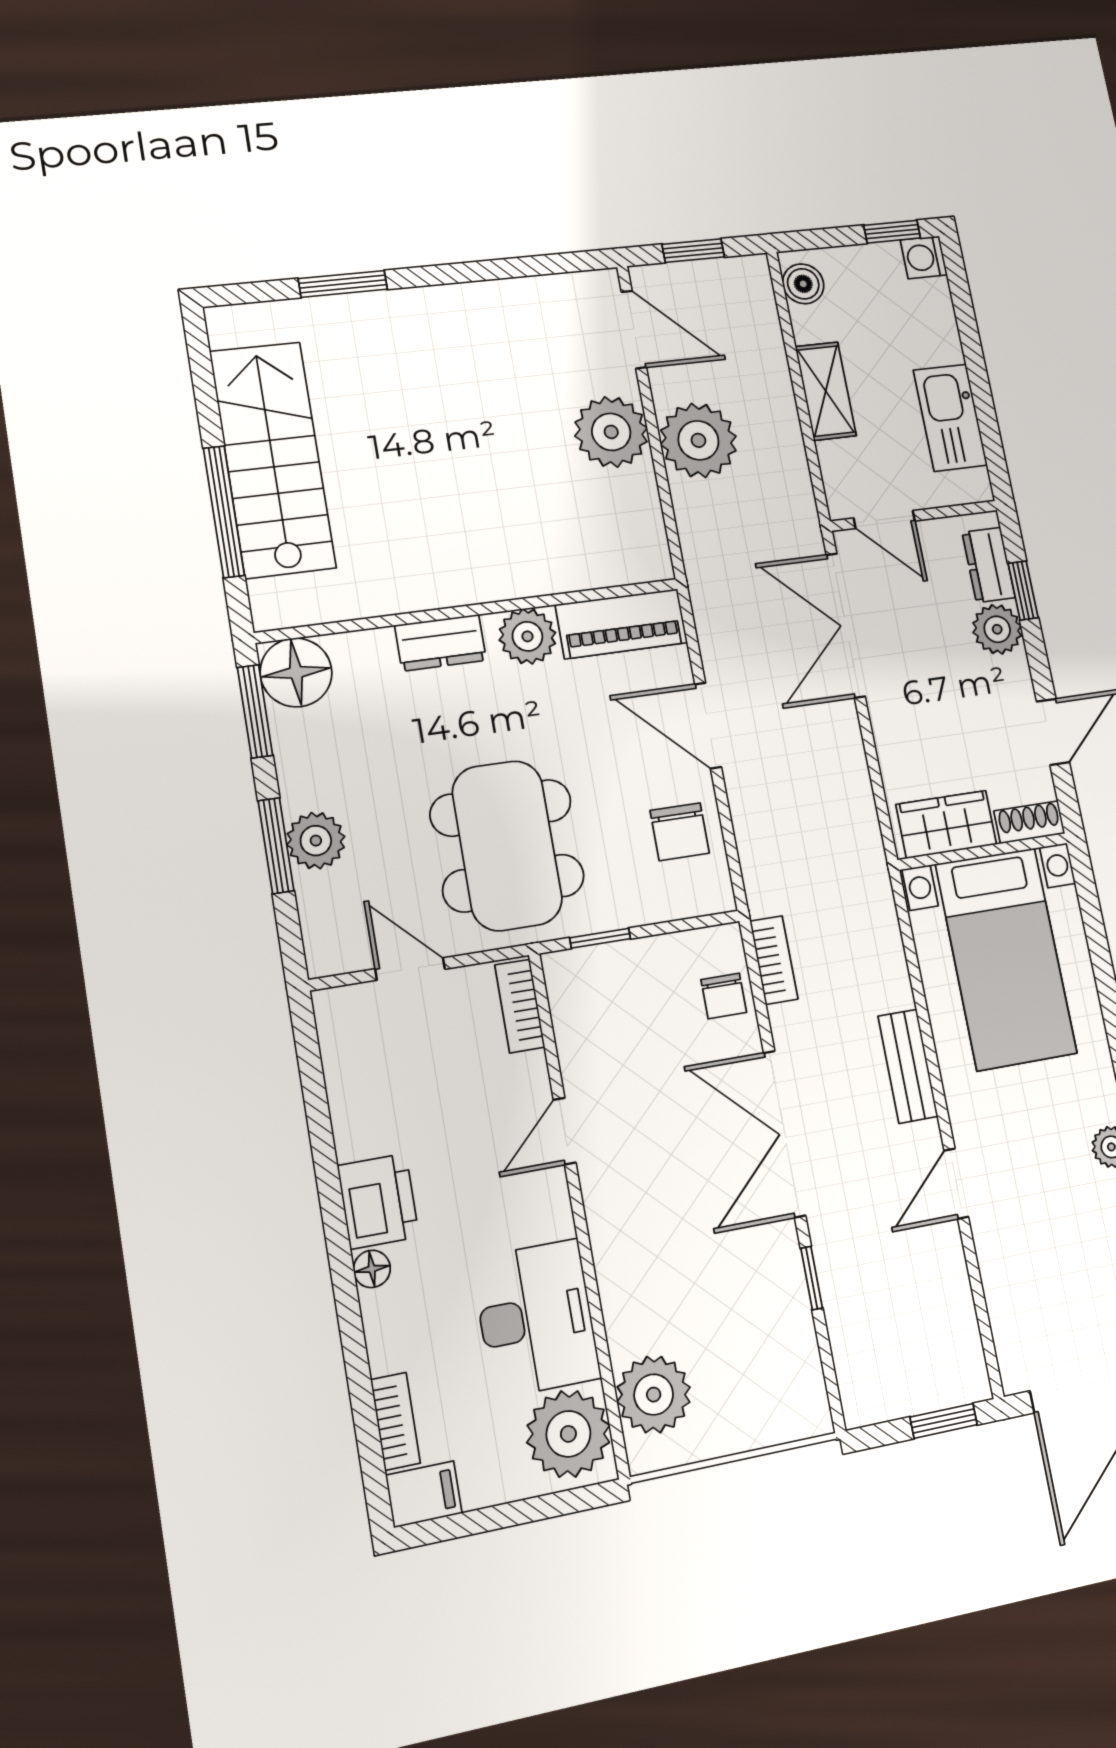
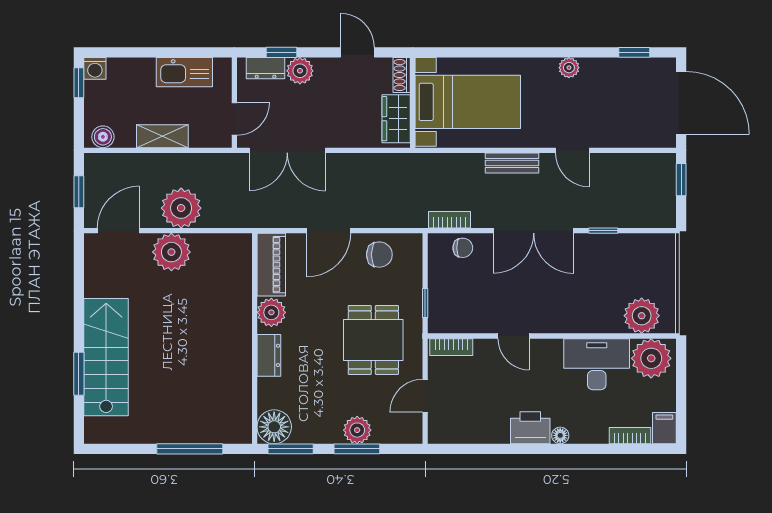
stairs: (273, 459) -> (106, 357), moved, turned 90
dining table: (507, 845) -> (373, 340), width x0.73

